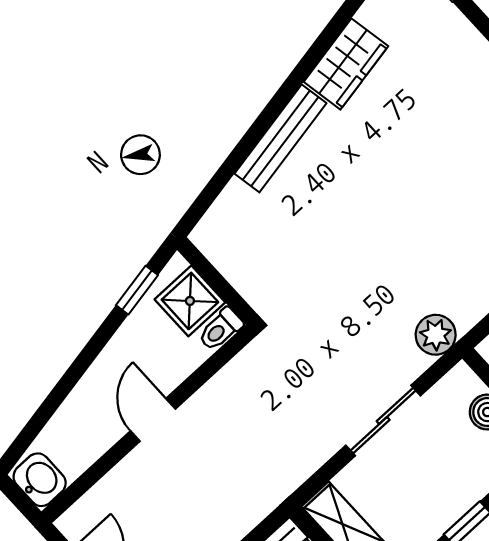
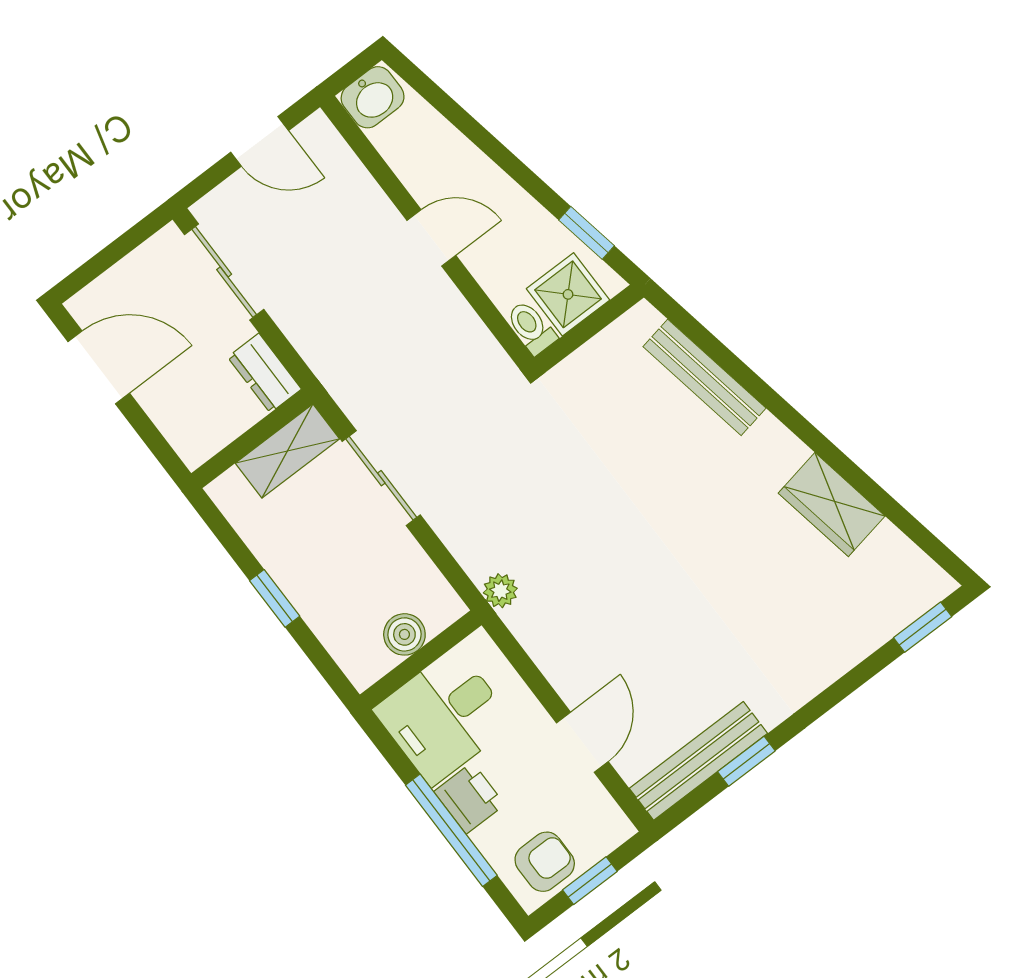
bench: (281, 138) -> (704, 377), moved
plant: (436, 335) -> (500, 591), width x0.73, depth x0.73
sliding door: (383, 420) -> (381, 478), moved

